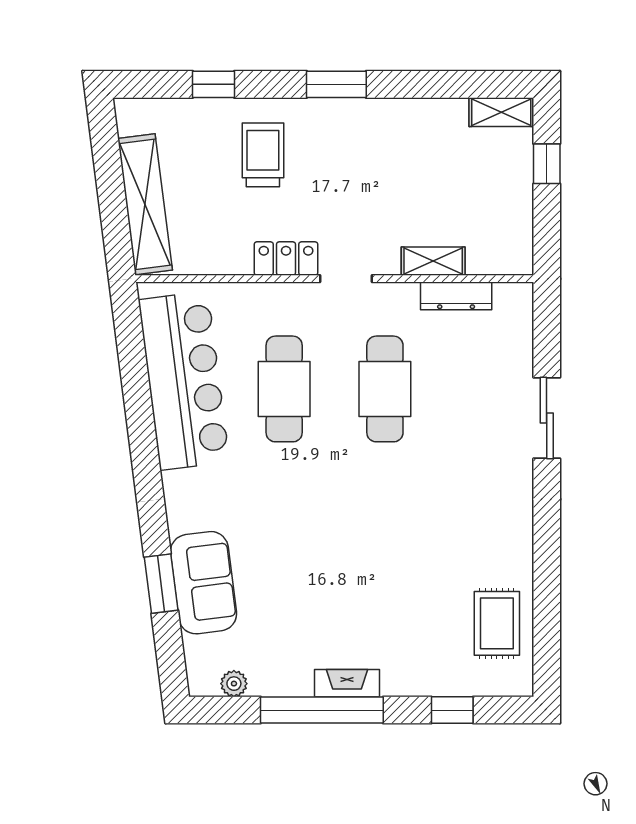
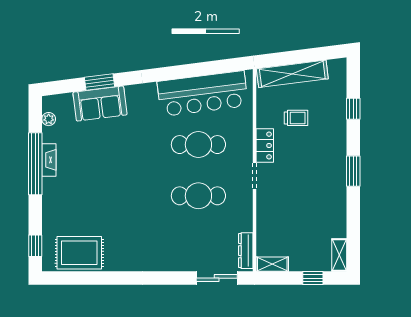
trolley: (263, 155) -> (296, 118), moved, width x0.73, depth x0.72
shelving: (433, 261) -> (272, 264), moved, turned 90
dresser: (456, 296) -> (246, 251), moved
sliding door: (547, 418) -> (217, 278), moved
rug: (497, 623) -> (79, 253), width x1.36, depth x1.43
fireplace: (347, 683) -> (49, 160), moved
window: (452, 710) -> (35, 246), moved

